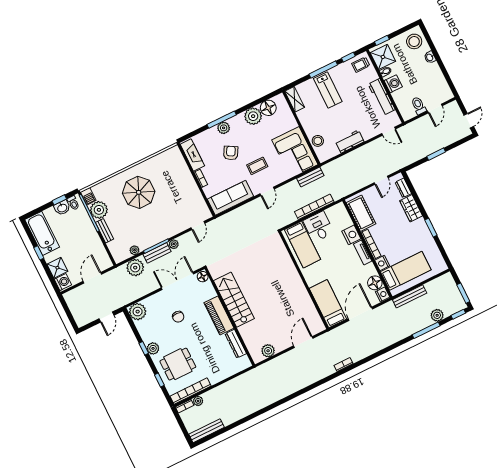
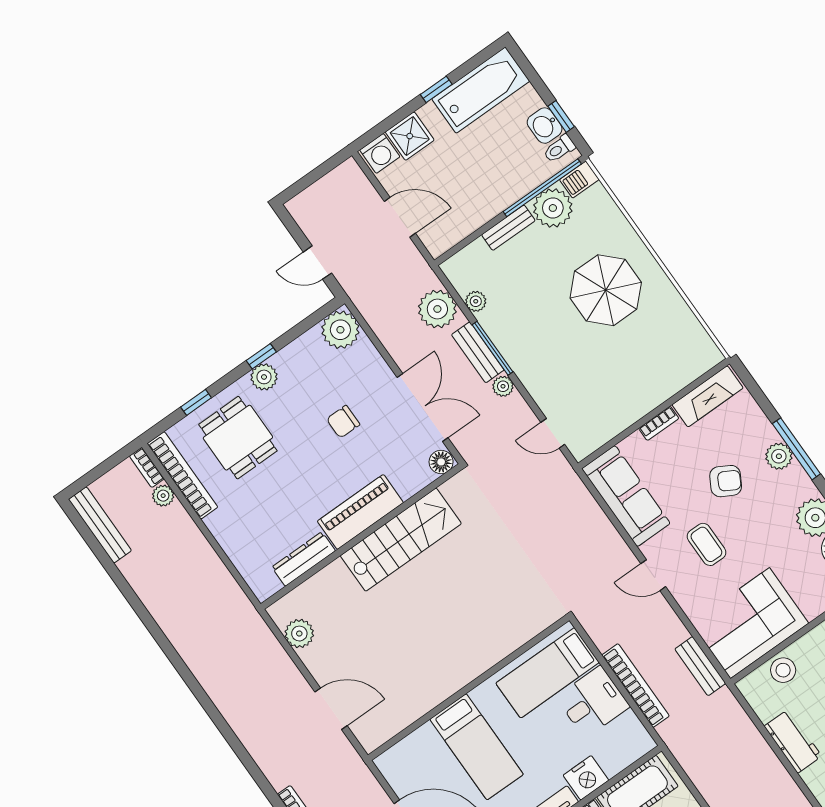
bed: (328, 304) -> (477, 747), moved, turned 90

